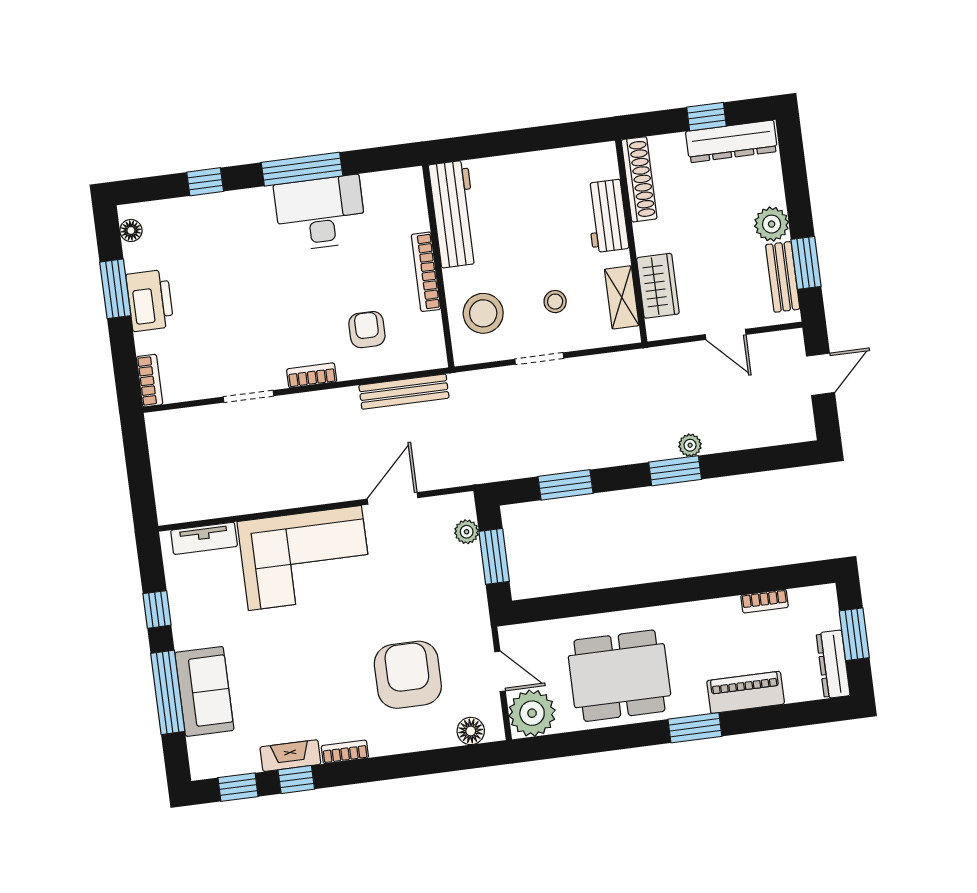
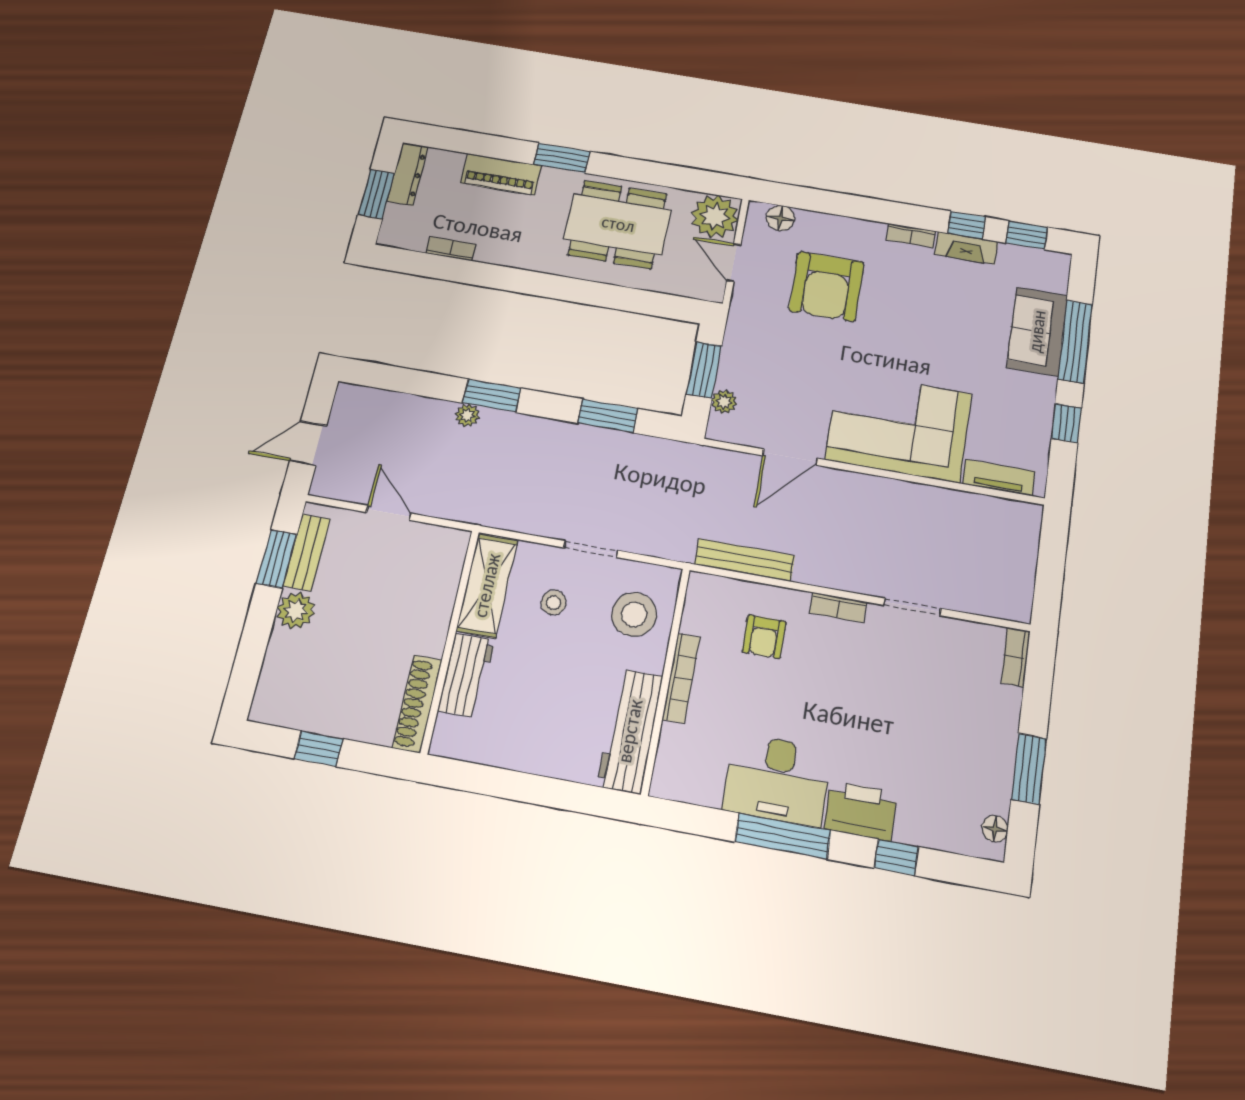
dresser: (732, 141) -> (303, 713), removed
wardrobe: (658, 286) -> (440, 584), removed
shelving: (622, 297) -> (487, 585), width x1.50, depth x1.33
printer: (150, 300) -> (861, 811), moved, turned 90

